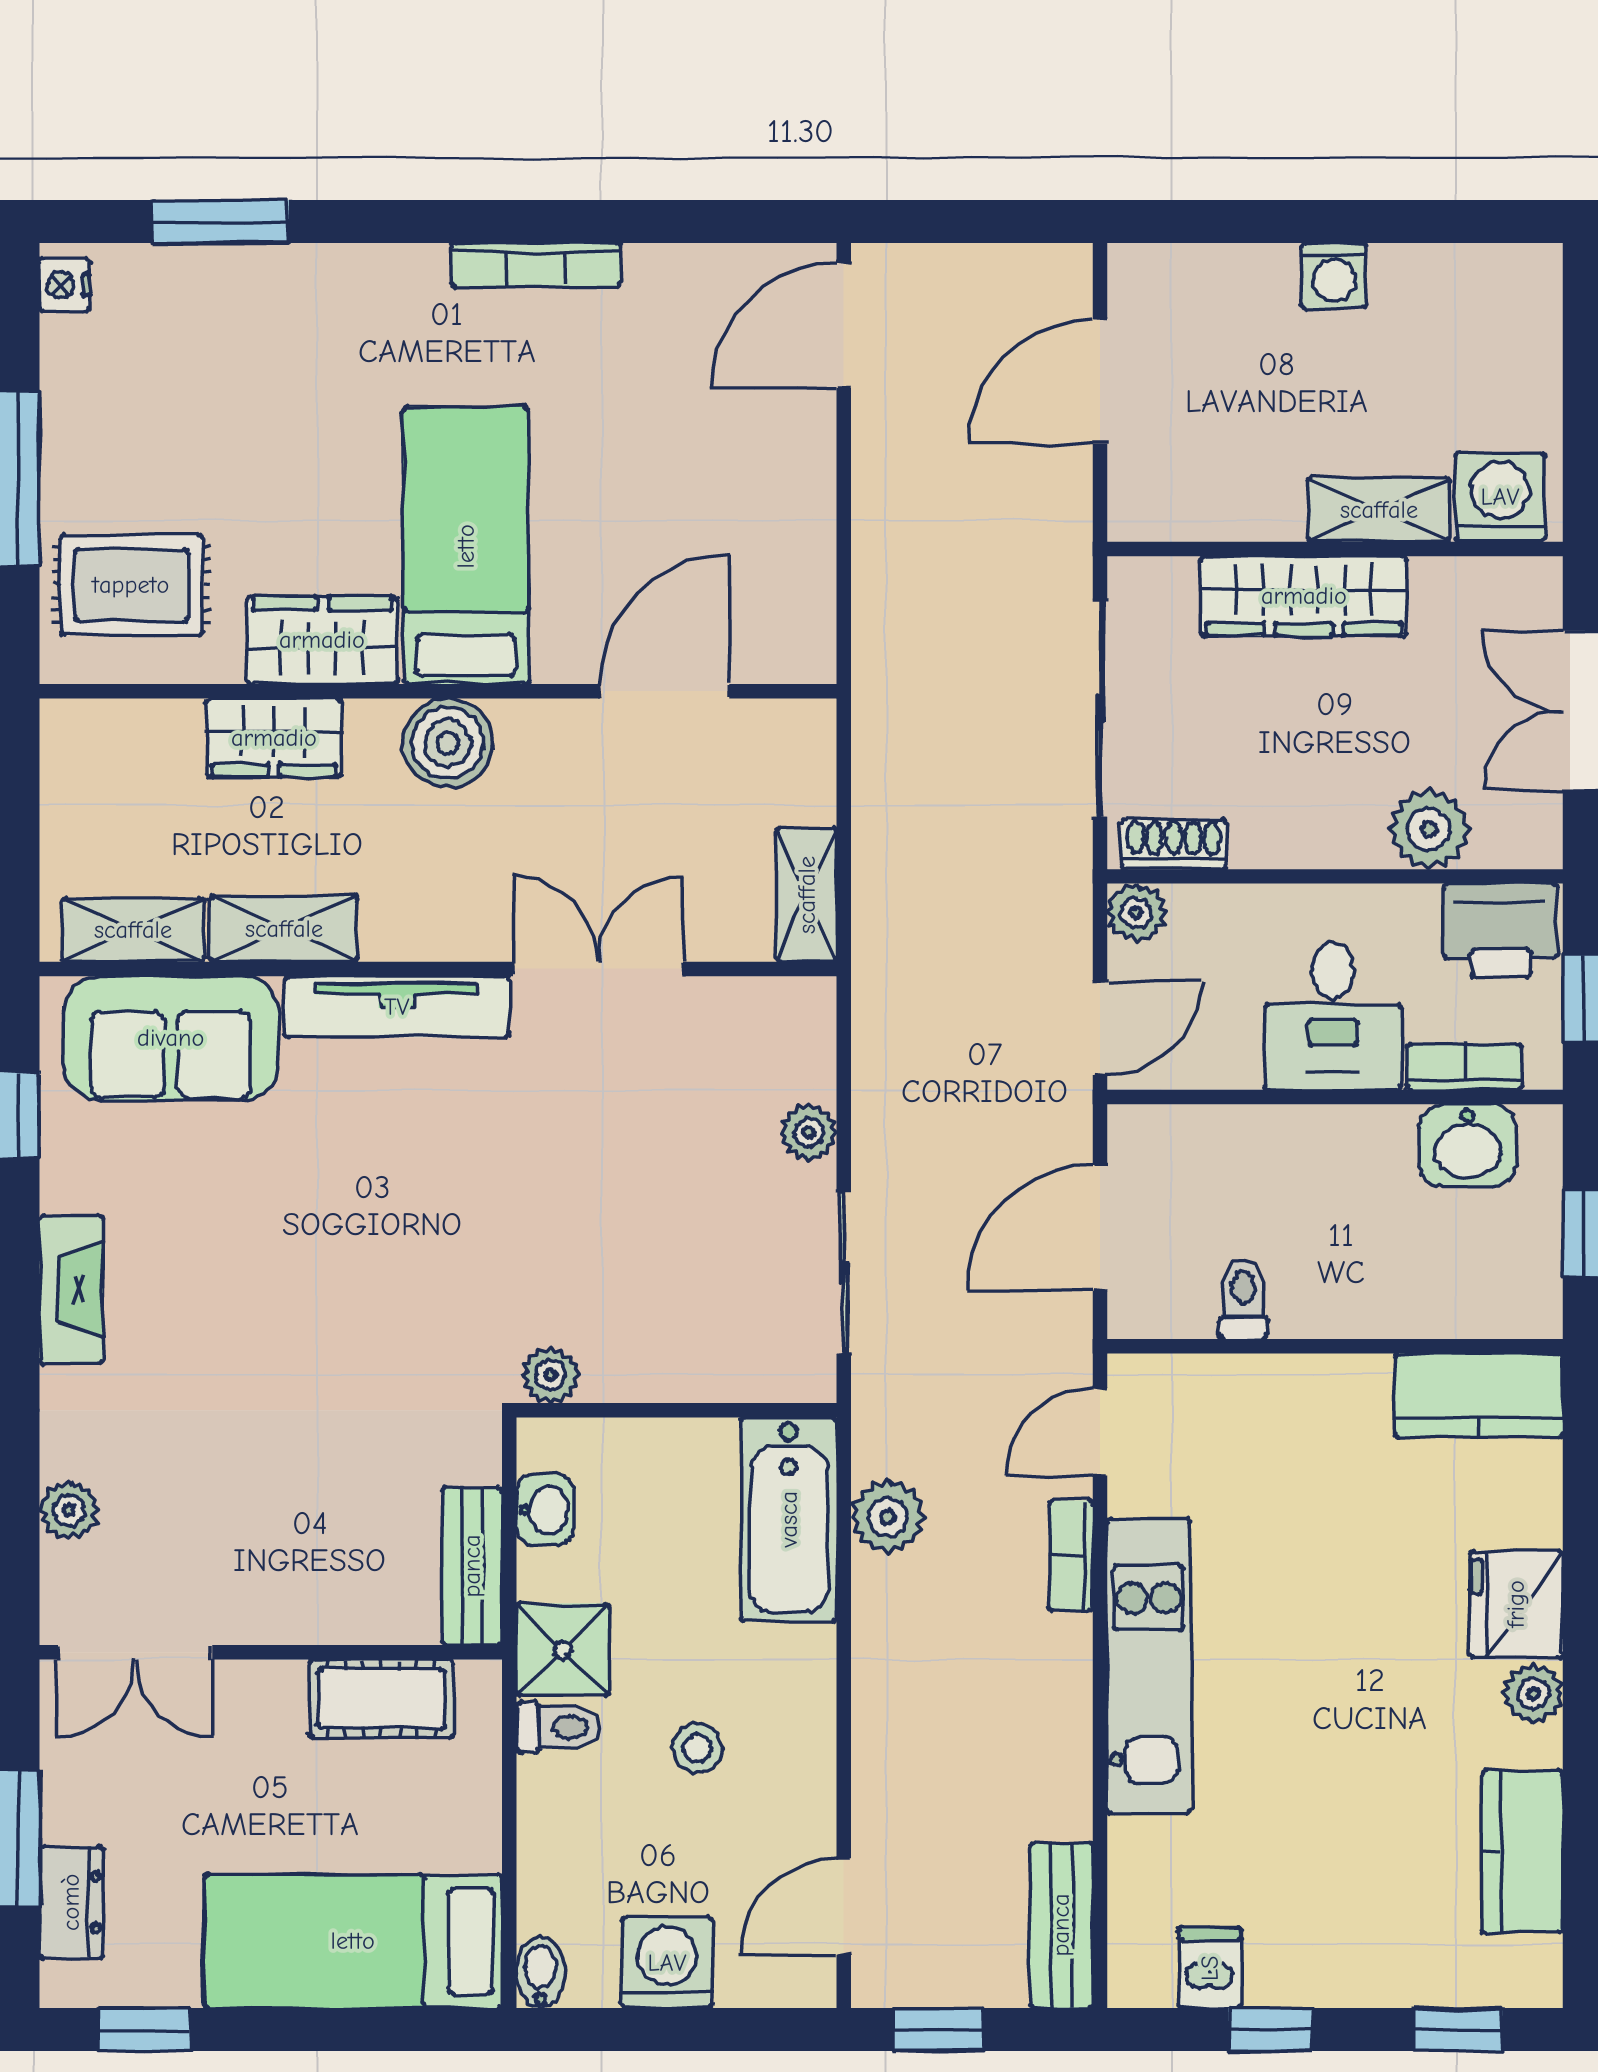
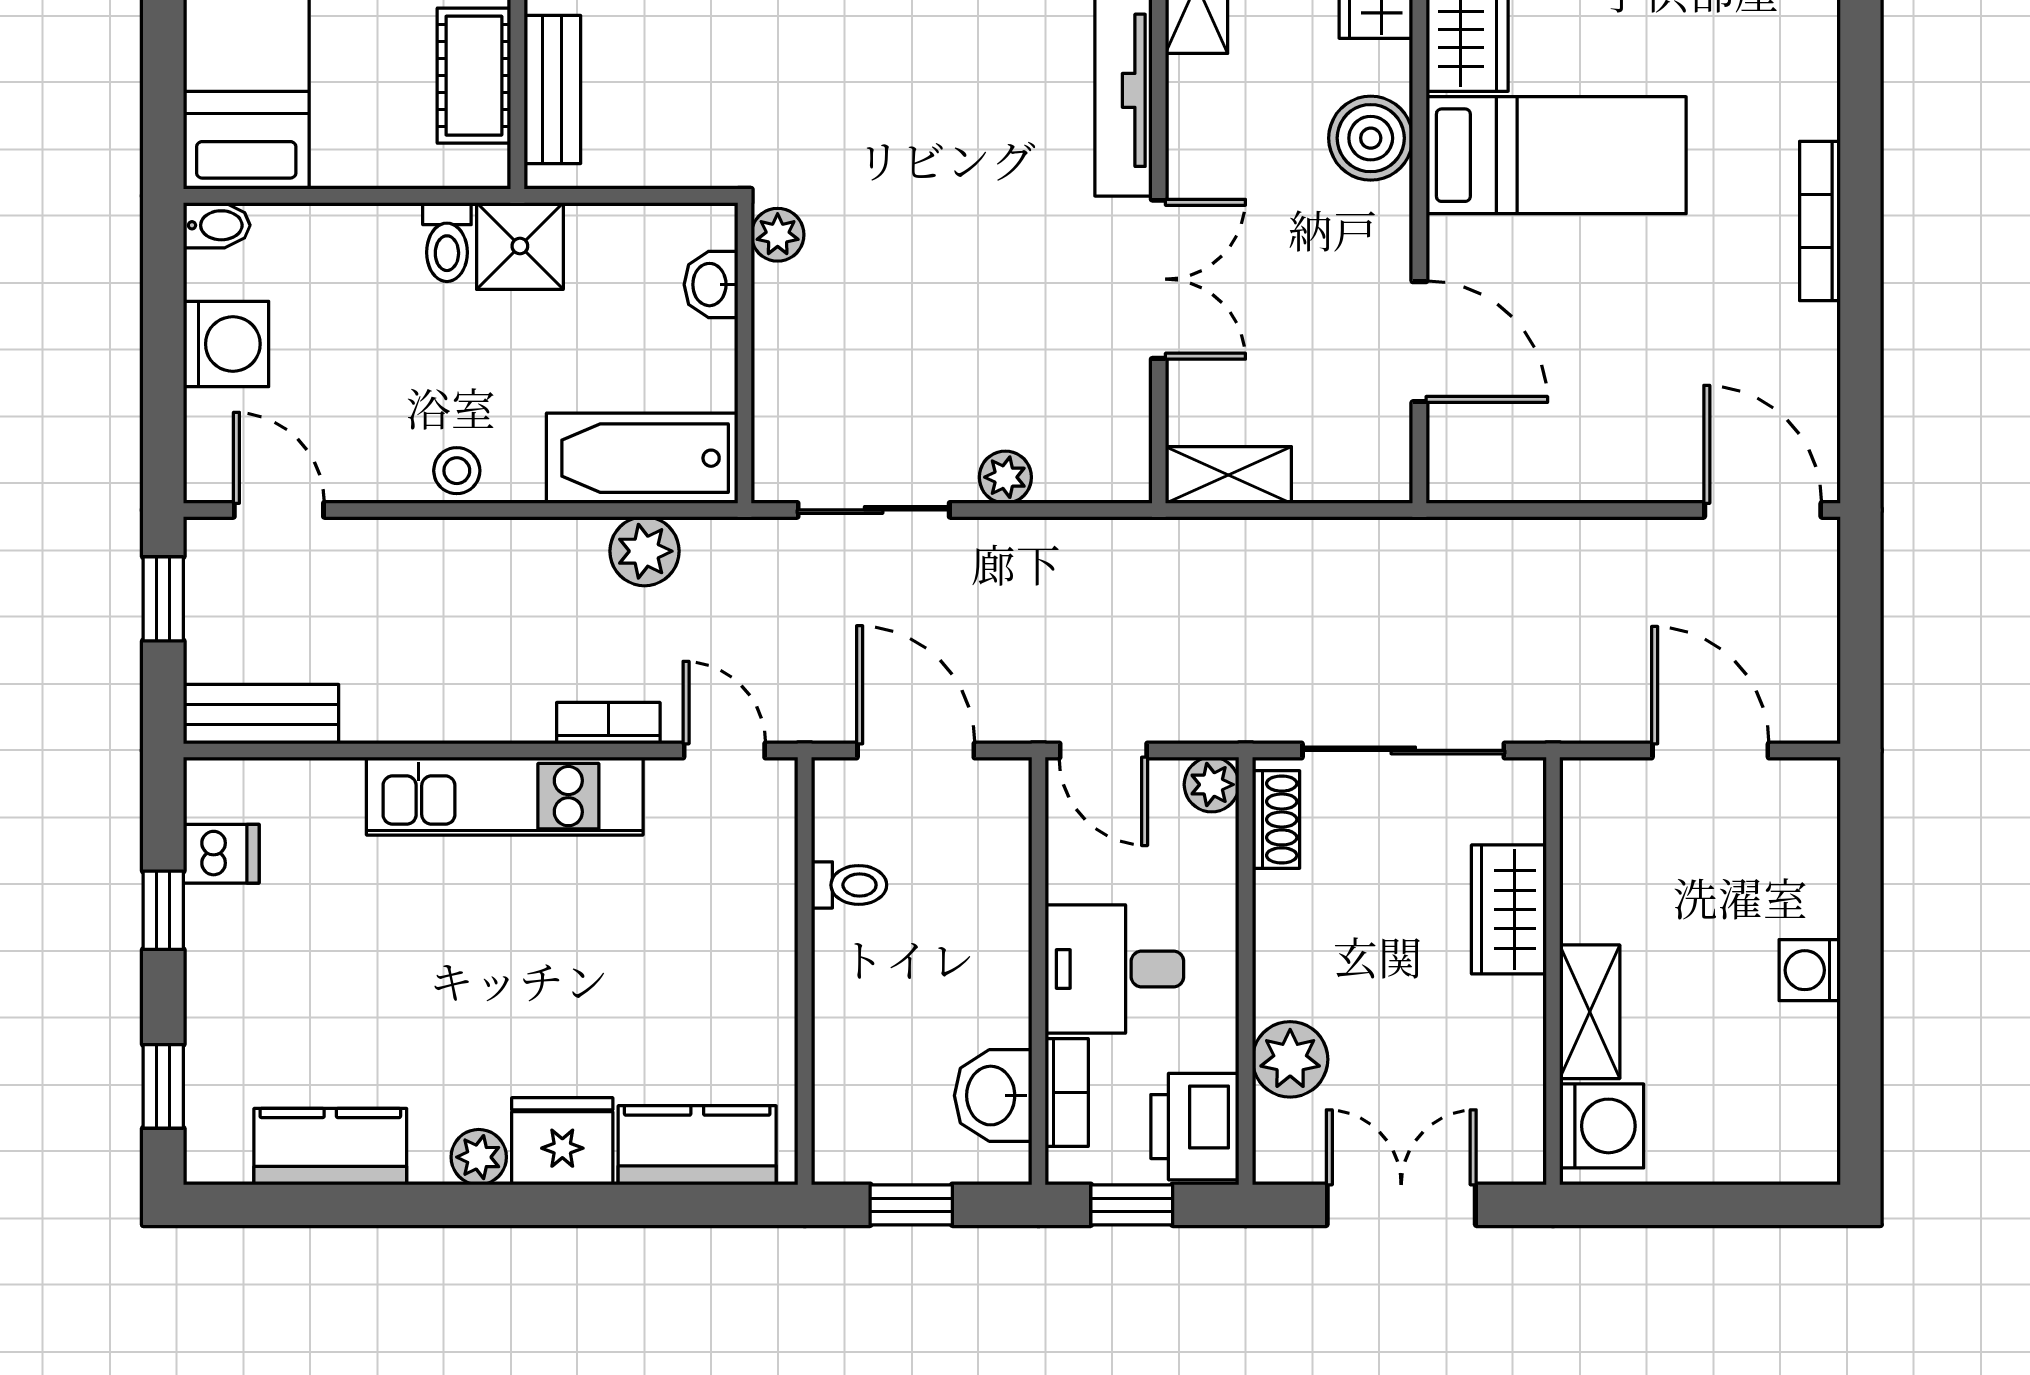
wardrobe: (1304, 596) -> (1509, 909), width x0.67
kitchen counter: (1479, 1395) -> (697, 1145), moved, turned 90
washbasin: (545, 1510) -> (711, 285), moved, turned 90
bench: (472, 1566) -> (552, 89), moved, turned 90
stool: (697, 1748) -> (457, 471), moved

